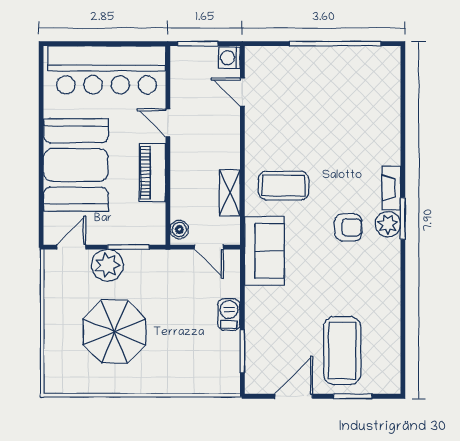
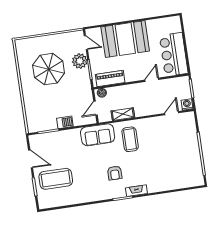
bar counter: (107, 70) -> (174, 54), width x0.73
piano: (152, 173) -> (110, 78), moved
plant: (388, 224) -> (119, 192), removed

